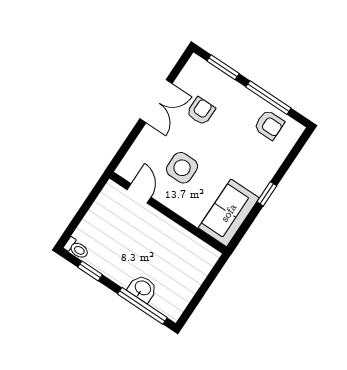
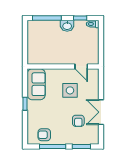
washbasin: (143, 288) -> (67, 26), moved

